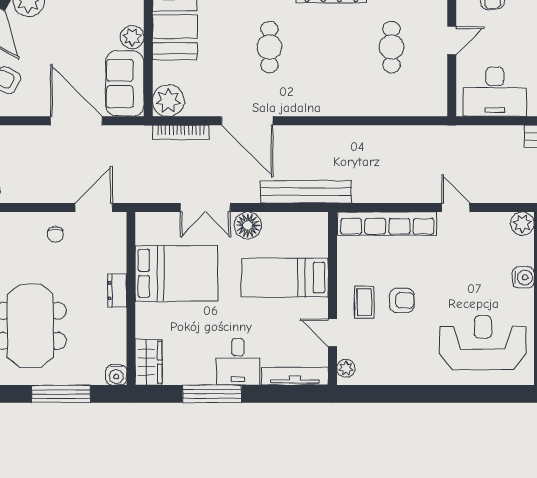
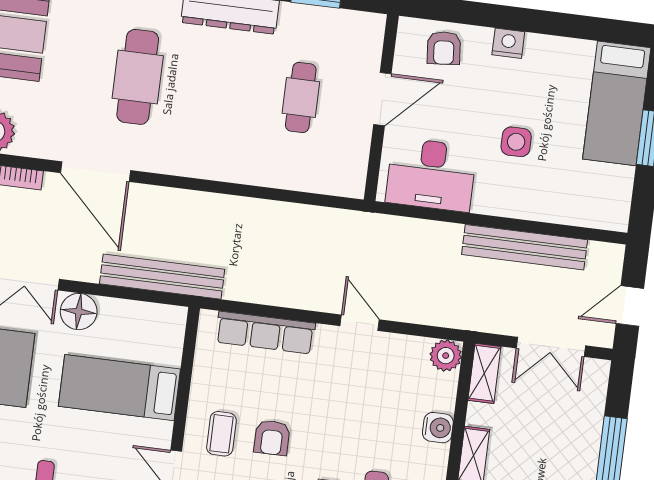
door: (452, 41) -> (382, 99), width x1.38
cafe table: (269, 47) -> (138, 77), width x1.37, depth x1.35
row of seats: (387, 223) -> (265, 333), width x0.73
armchair: (402, 300) -> (272, 438), turned 90

